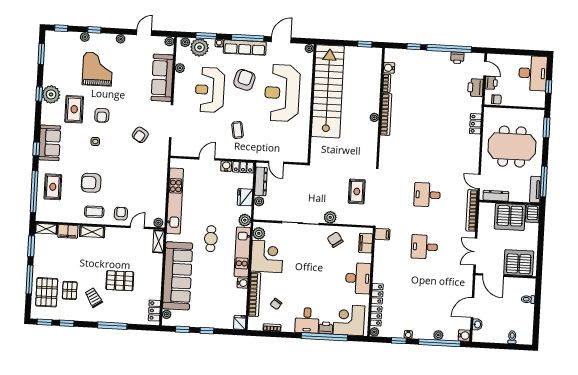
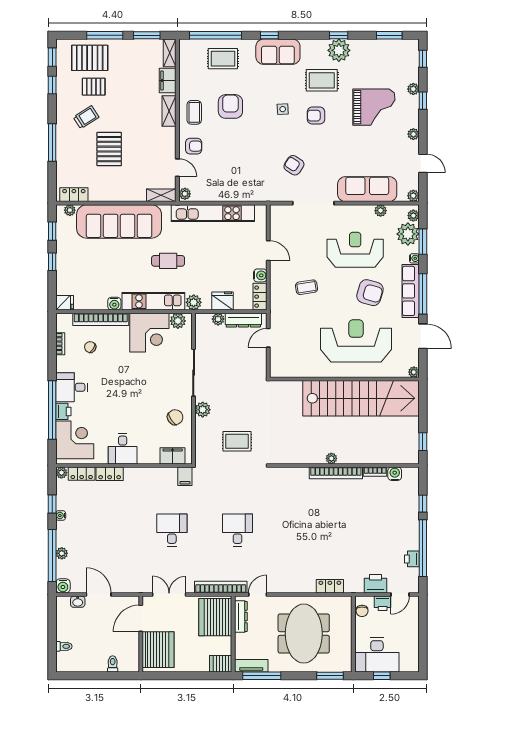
desk: (533, 73) -> (377, 655), moved
server rack: (510, 217) -> (215, 617), moved
desk: (358, 278) -> (123, 449), width x0.73

